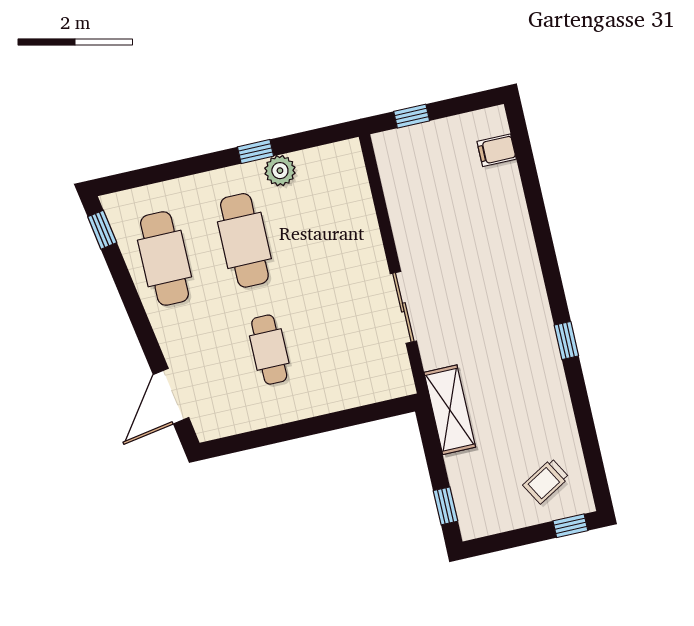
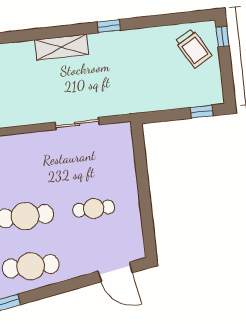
shelving: (450, 410) -> (62, 47), moved
trolley: (546, 481) -> (194, 48), width x1.36, depth x1.39

